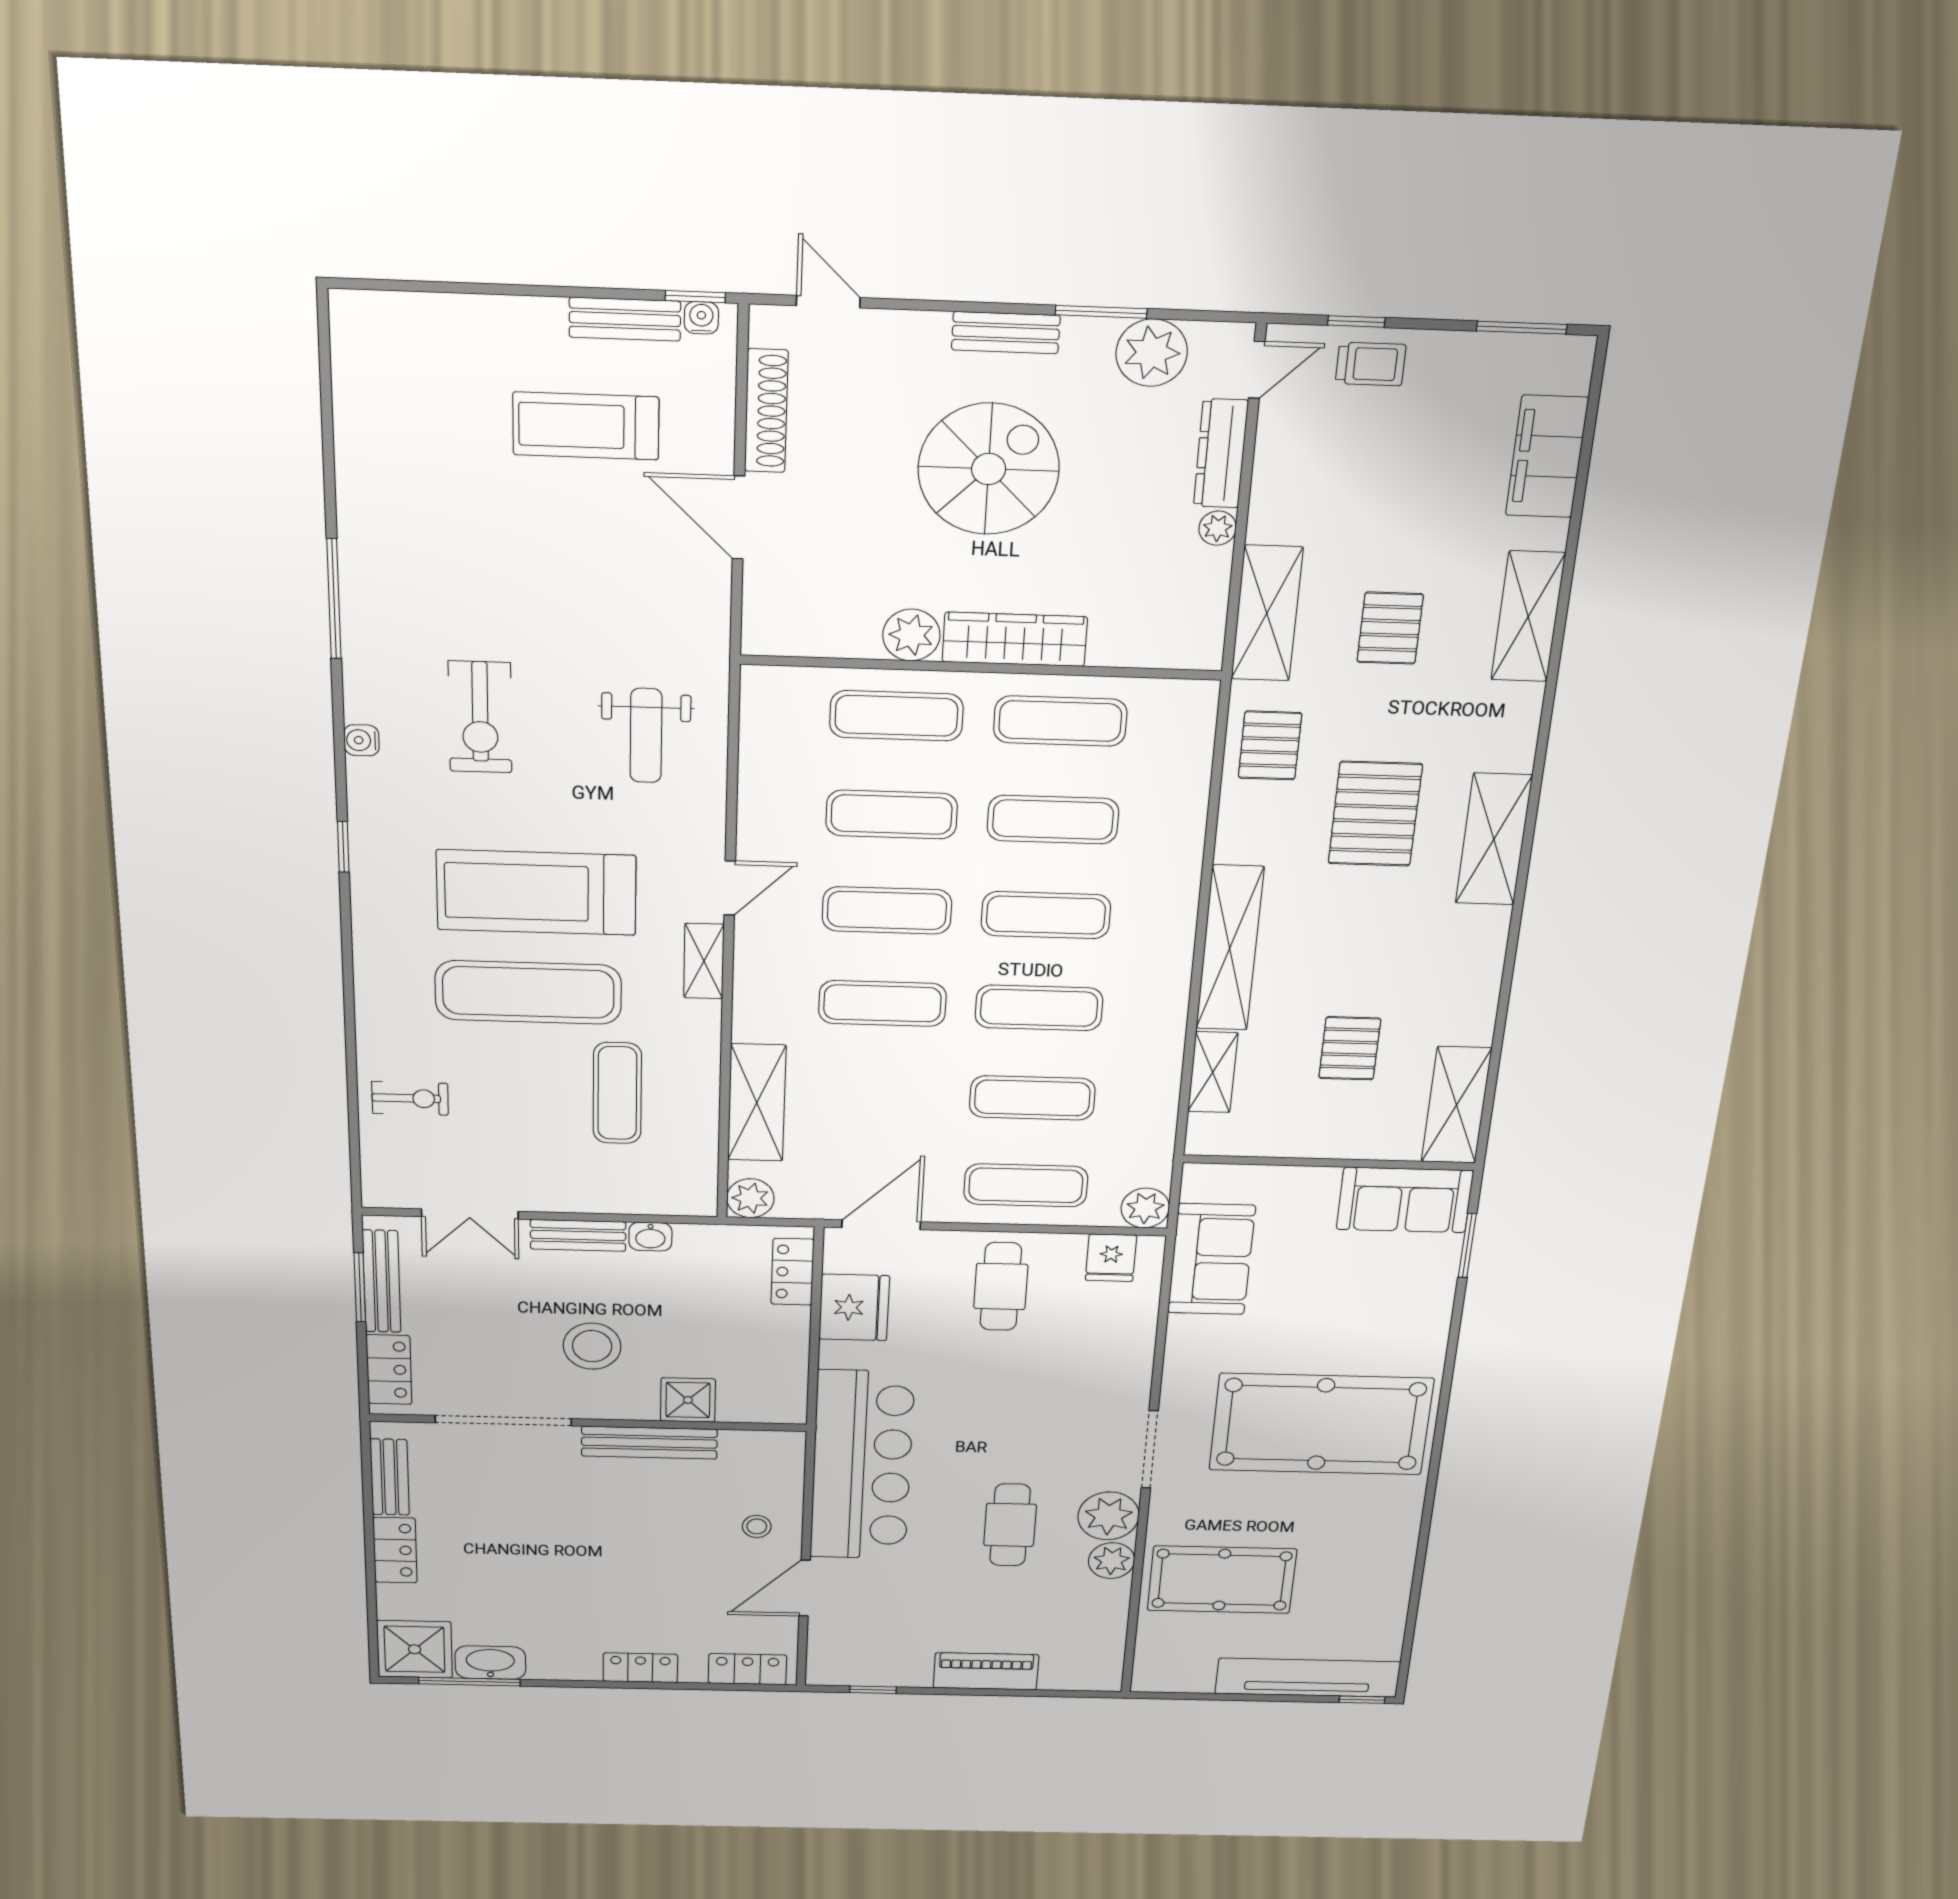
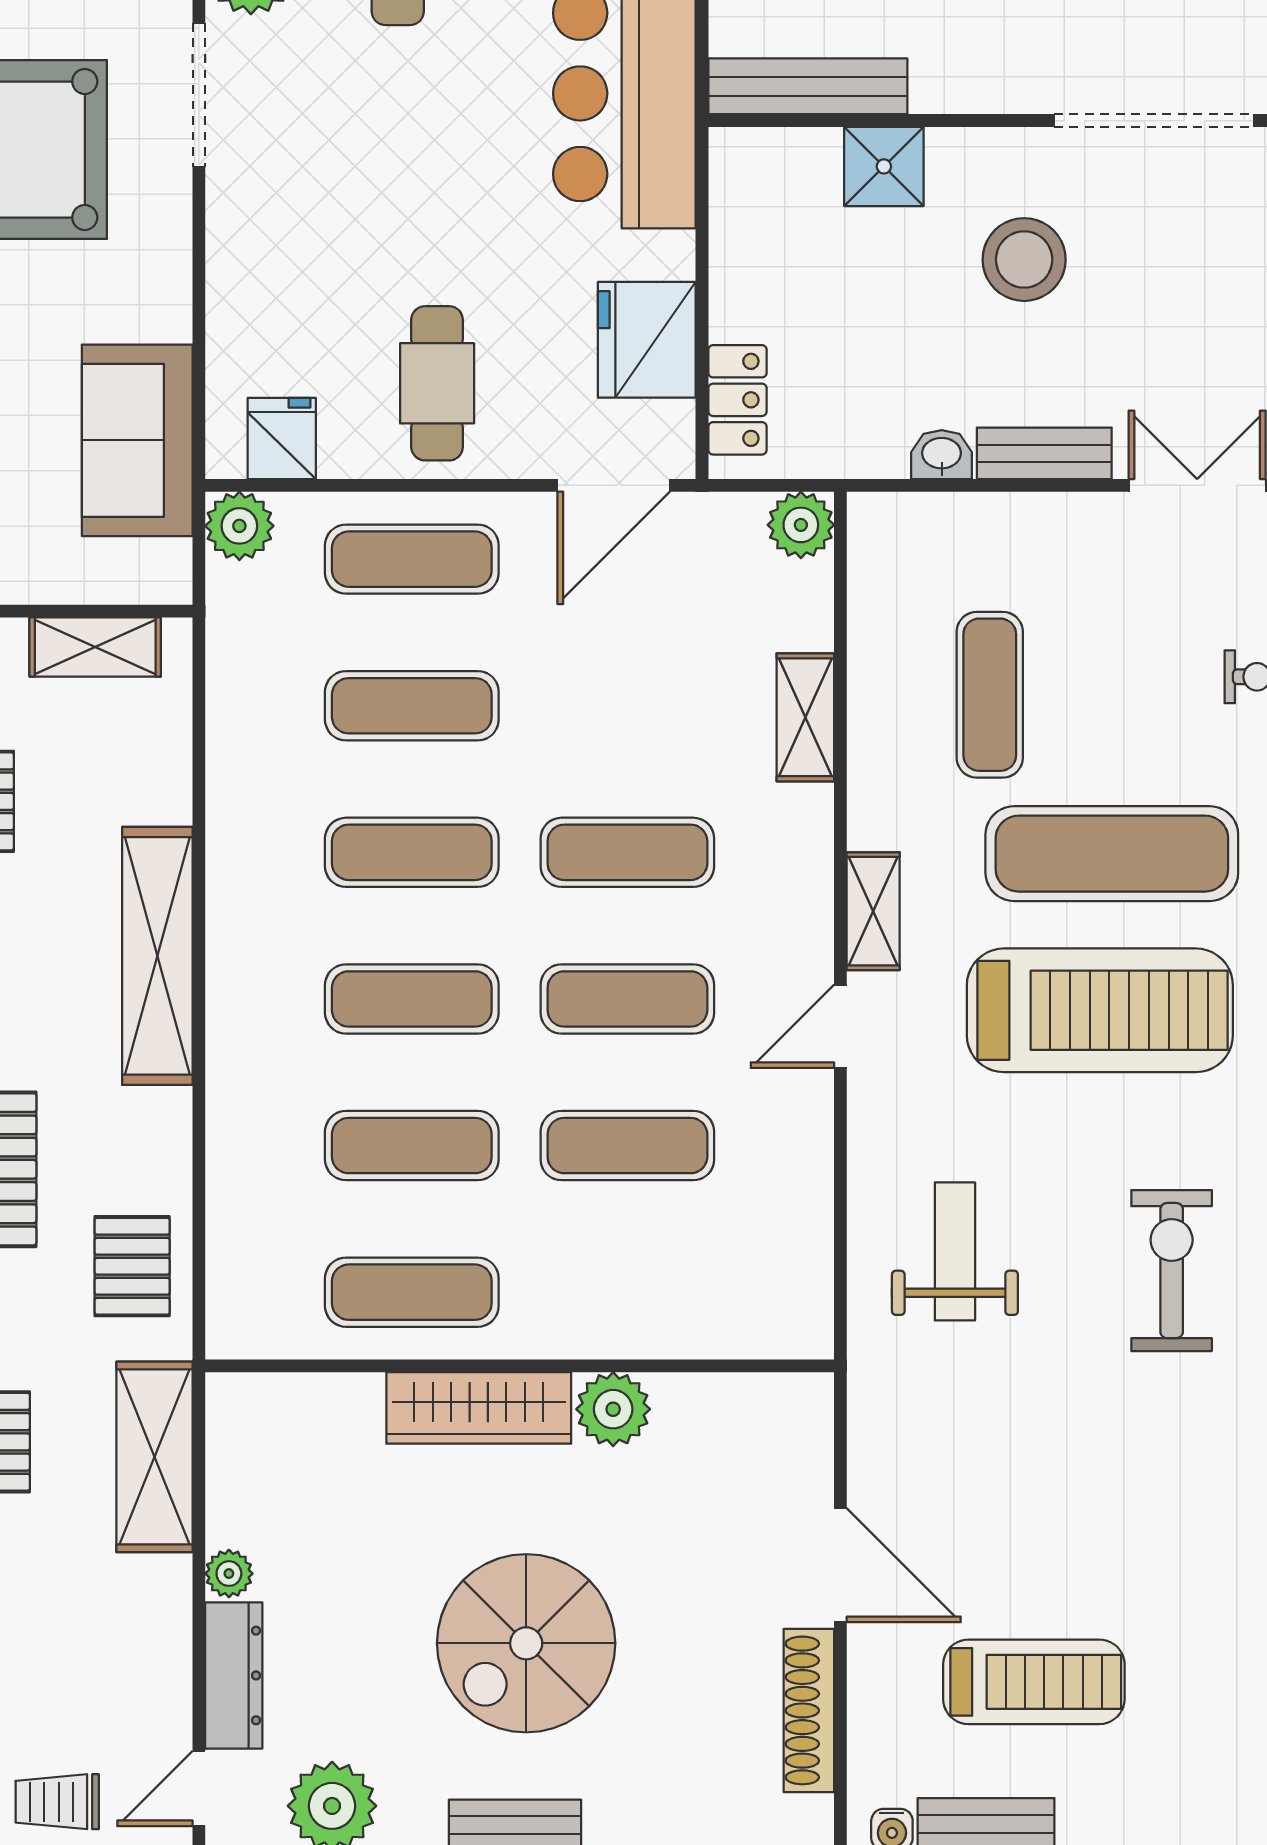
exercise mat: (896, 716) -> (627, 1292), removed
shelving: (1213, 1072) -> (95, 647), moved, turned 90
shelving: (757, 1103) -> (805, 717), width x0.67, depth x0.75
bench: (649, 1443) -> (808, 86), moved

